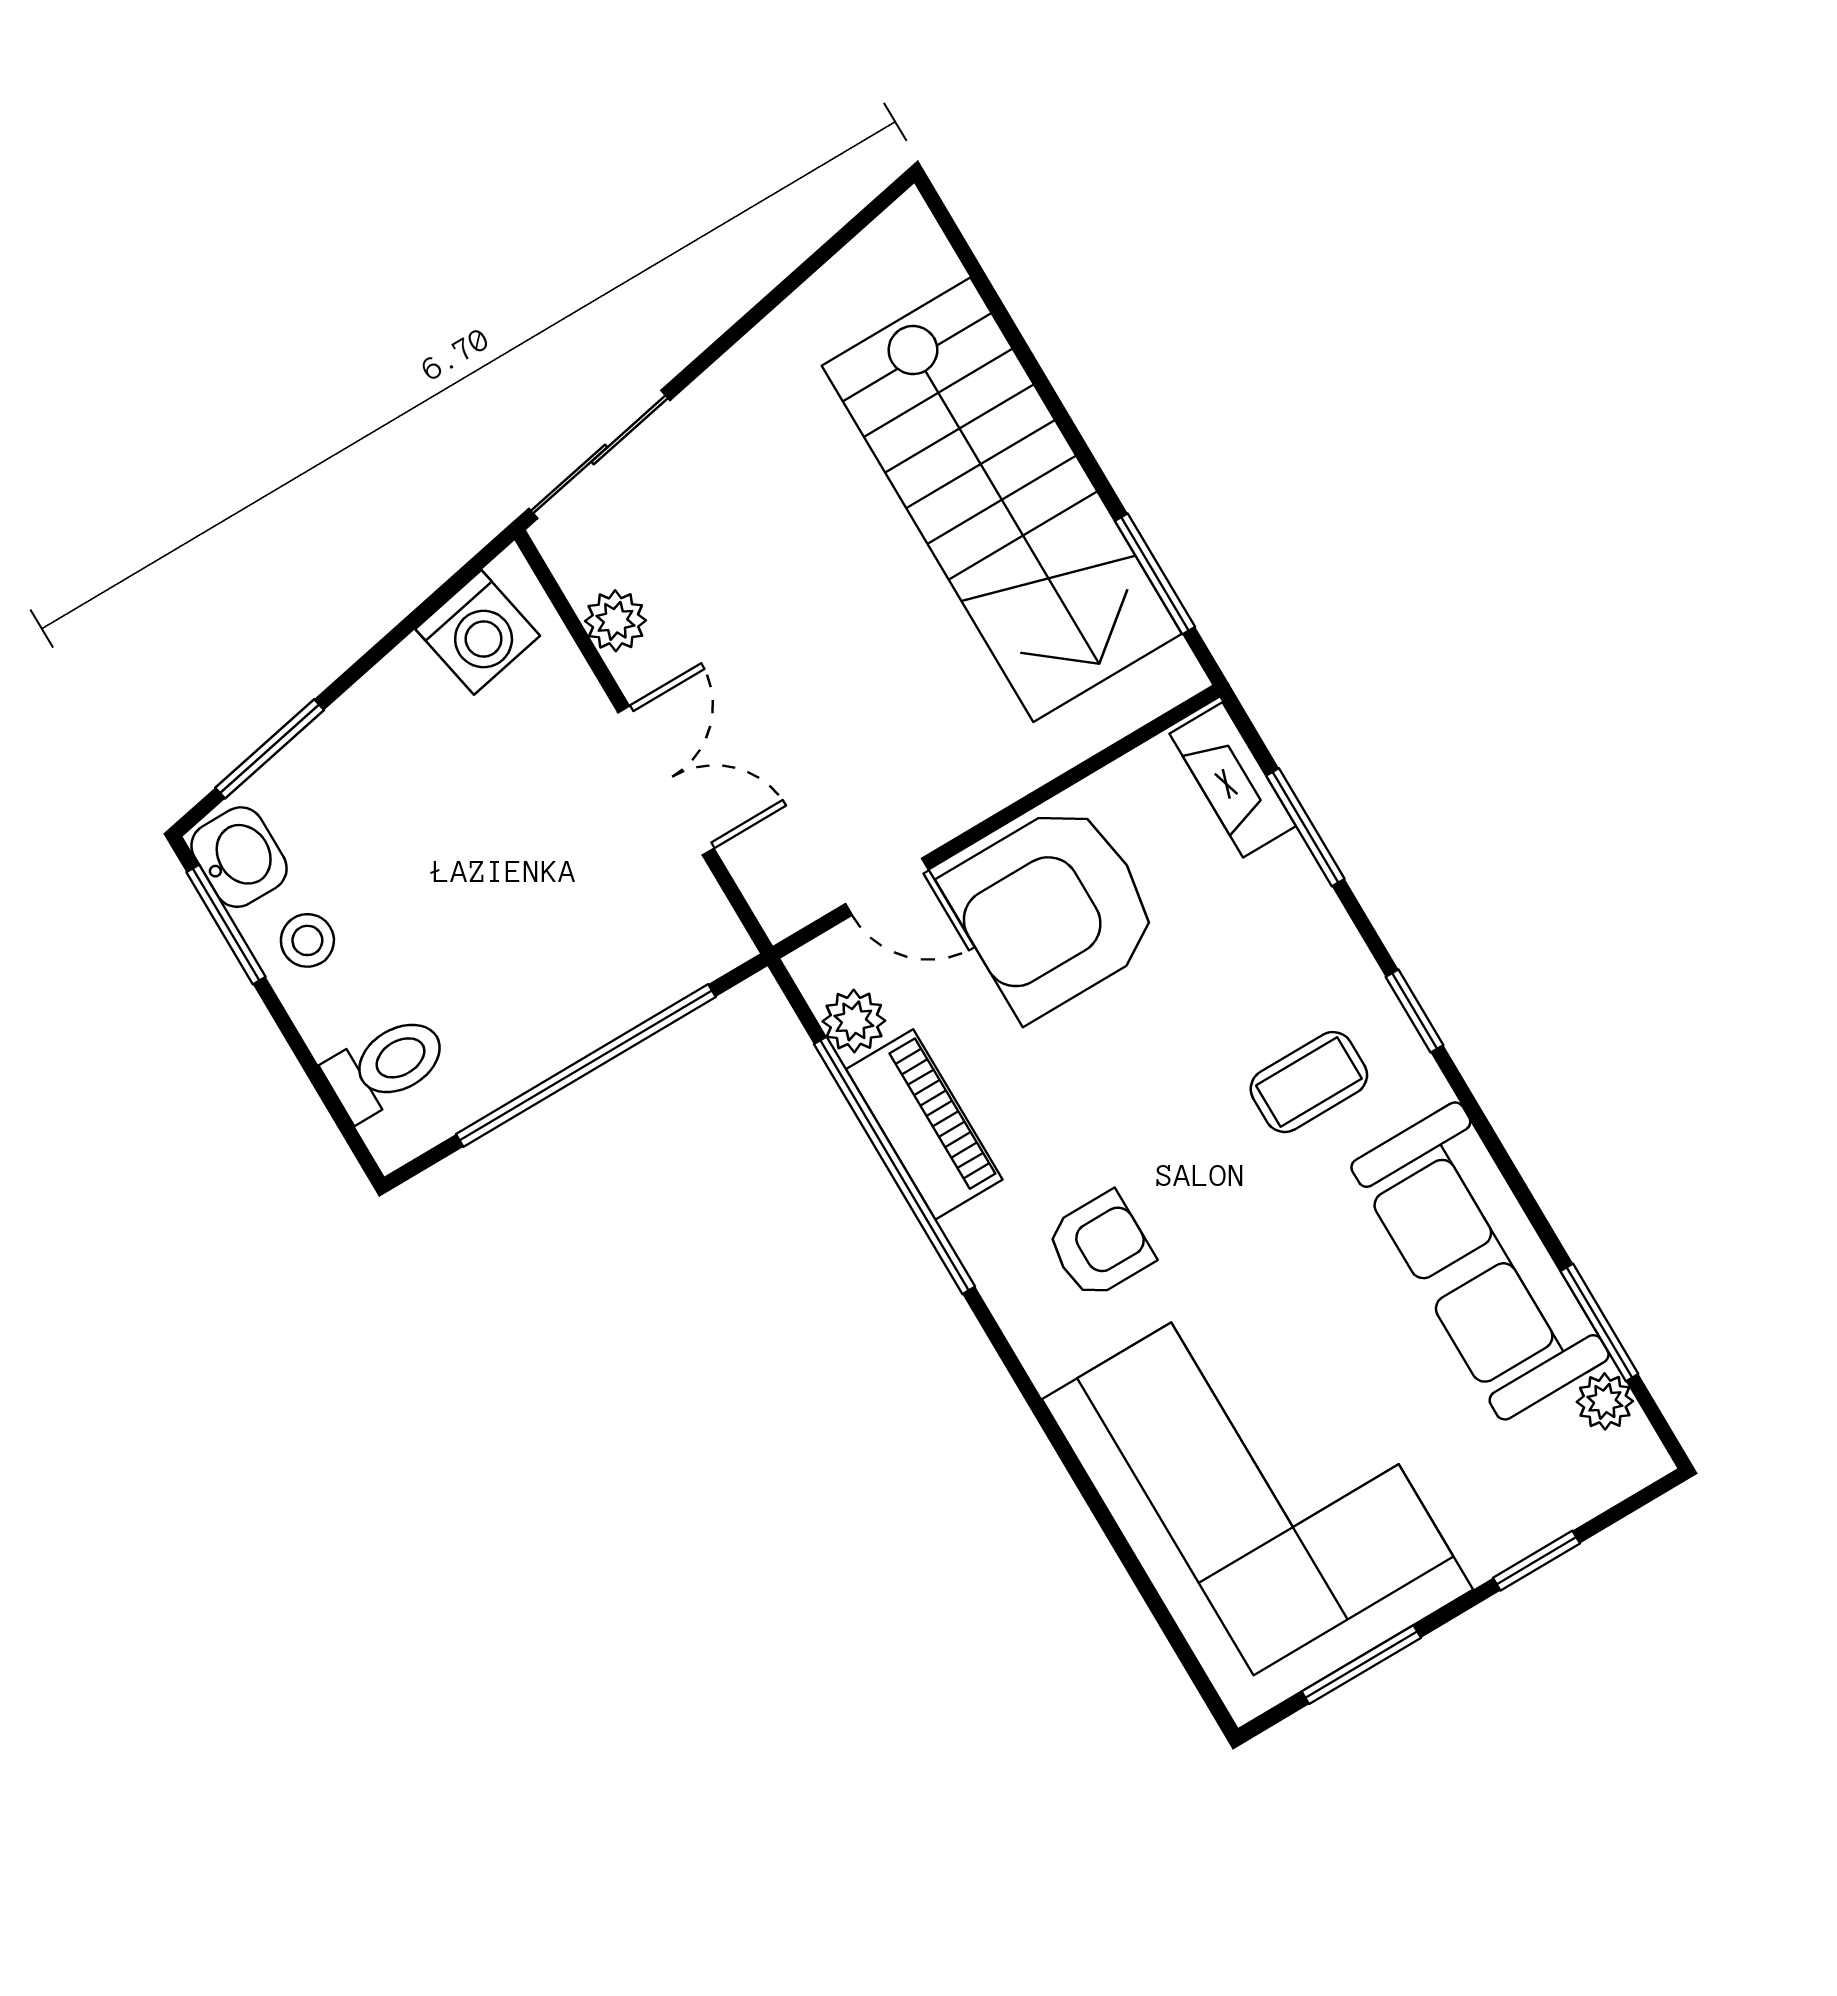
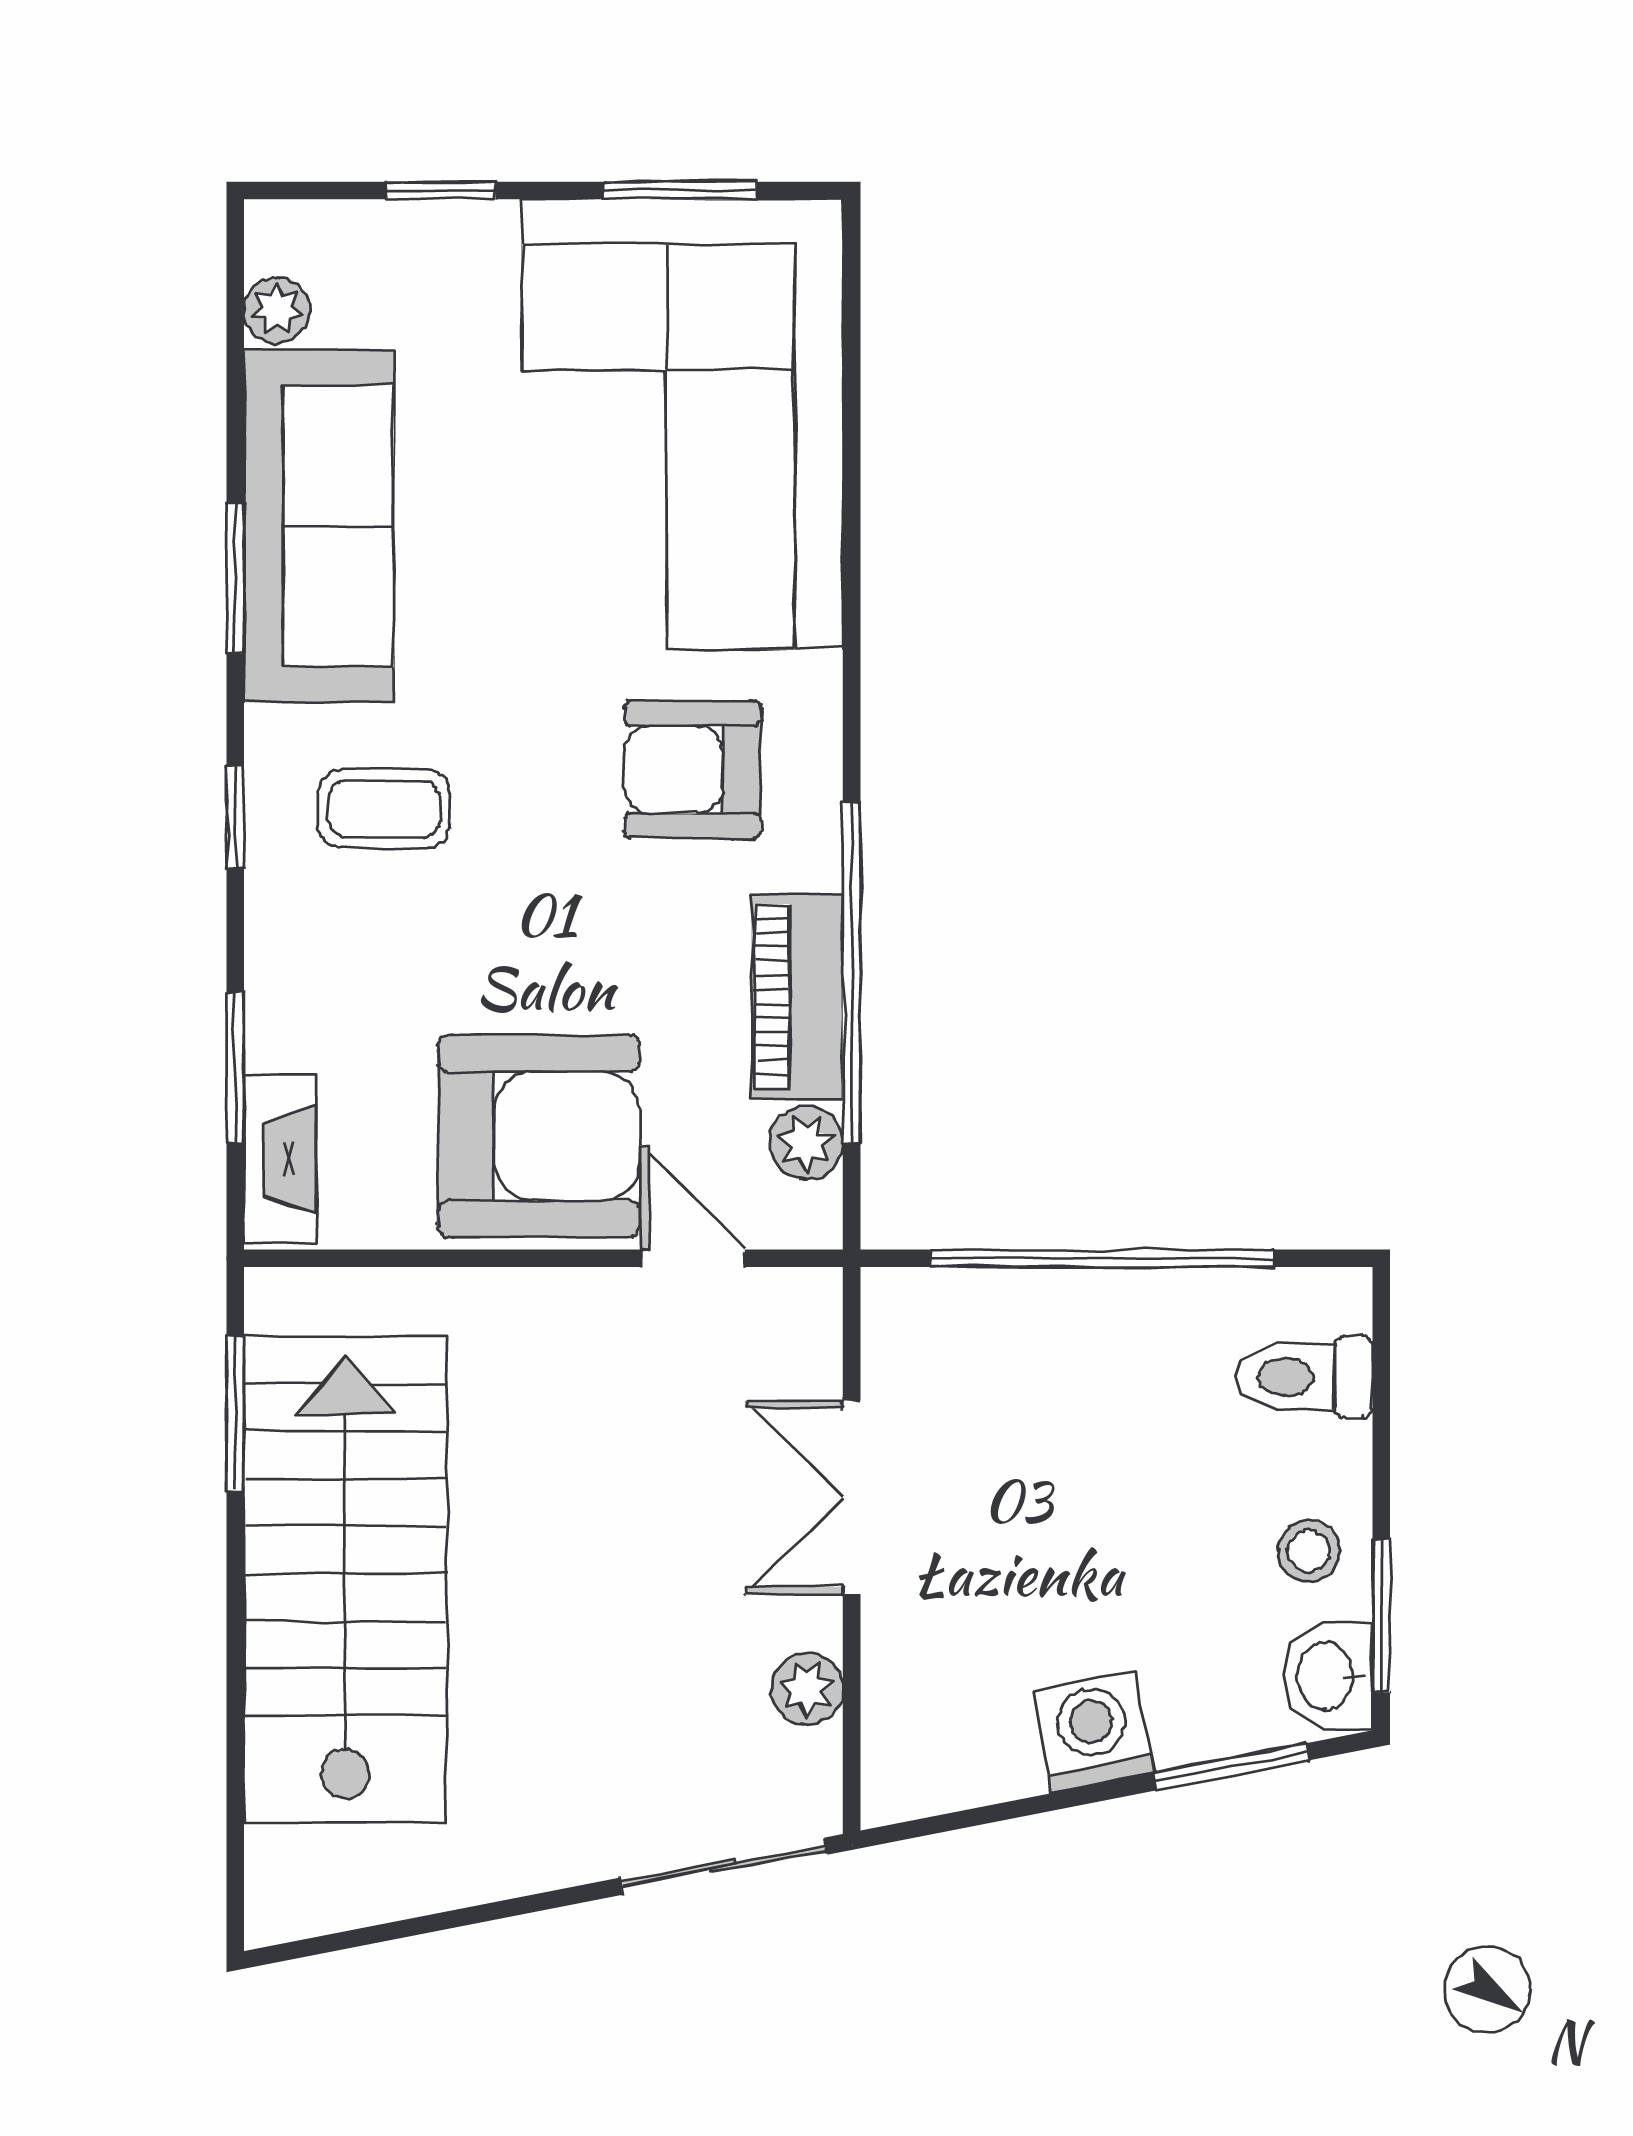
washing machine: (478, 632) -> (1093, 1732), moved
armchair: (1100, 1245) -> (693, 769), width x1.38, depth x1.38
window: (1599, 1322) -> (235, 578), moved

